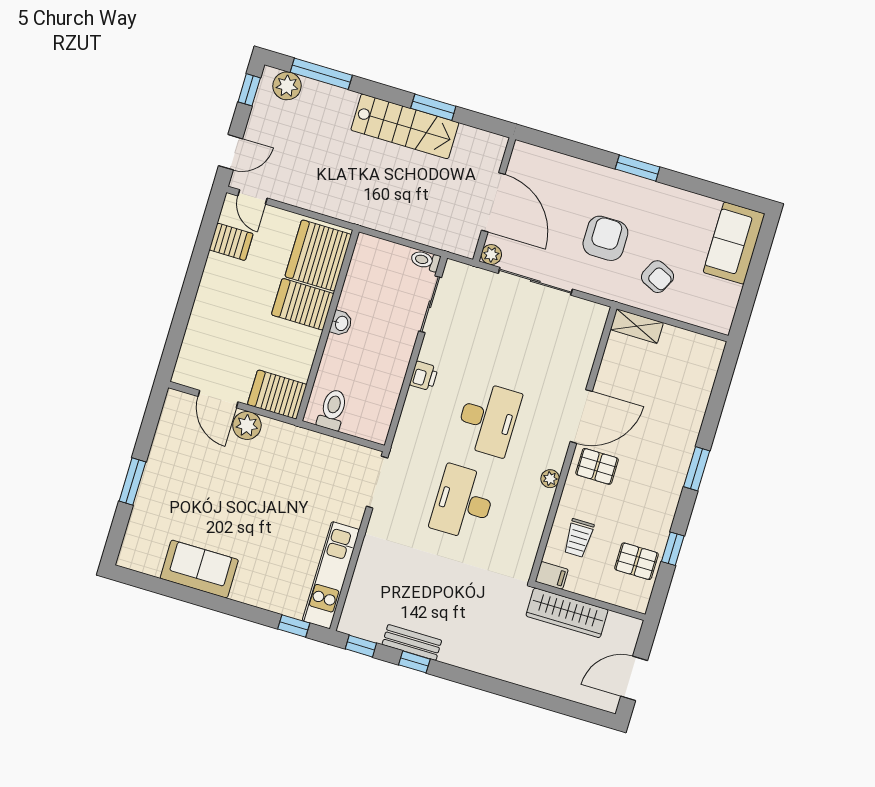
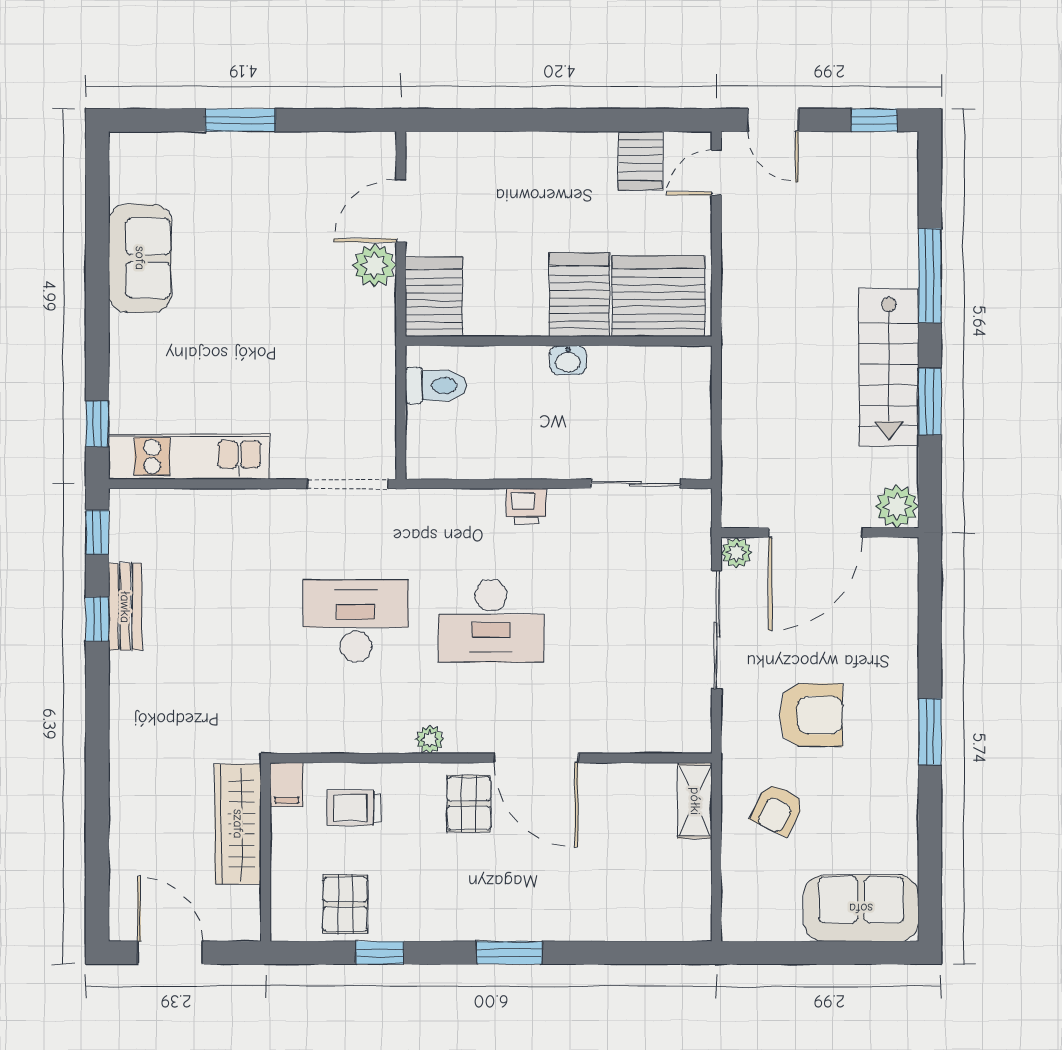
window: (321, 74) -> (930, 276), moved
plant: (287, 86) -> (897, 506), moved
toilet: (425, 260) -> (699, 458), removed

